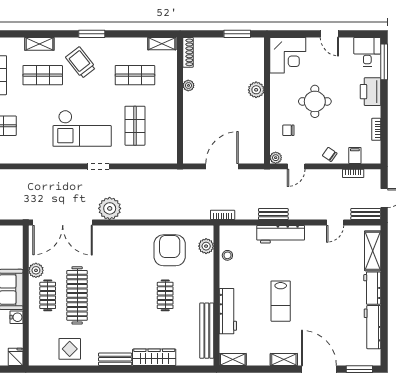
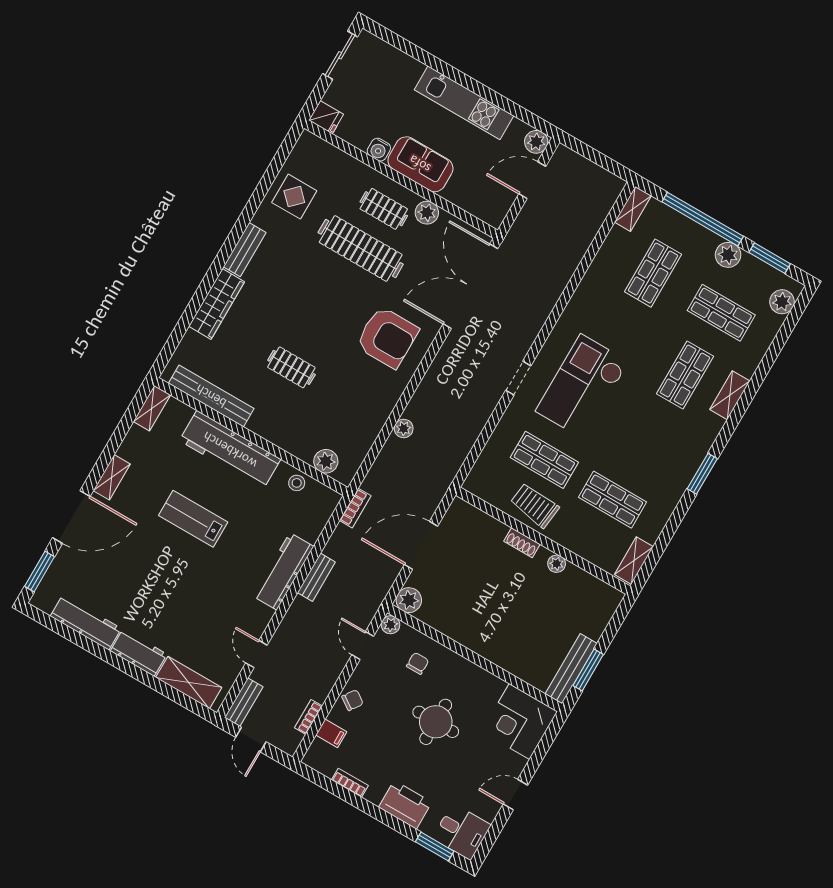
bench: (242, 44) -> (571, 669), added
shoe rack: (188, 52) -> (522, 543), moved, width x0.70
window: (384, 62) -> (435, 846), width x0.69
trolley: (81, 63) -> (535, 505), moved, turned -135
shop shelf: (135, 75) -> (612, 500), turned 90
plant: (256, 90) -> (409, 600), moved
door: (222, 166) -> (421, 545), swing flipped
plant: (110, 208) -> (404, 428), moved, width x0.53, depth x0.53
armchair: (170, 250) -> (387, 337), moved
workbench: (228, 311) -> (230, 450), width x1.36, depth x1.32

